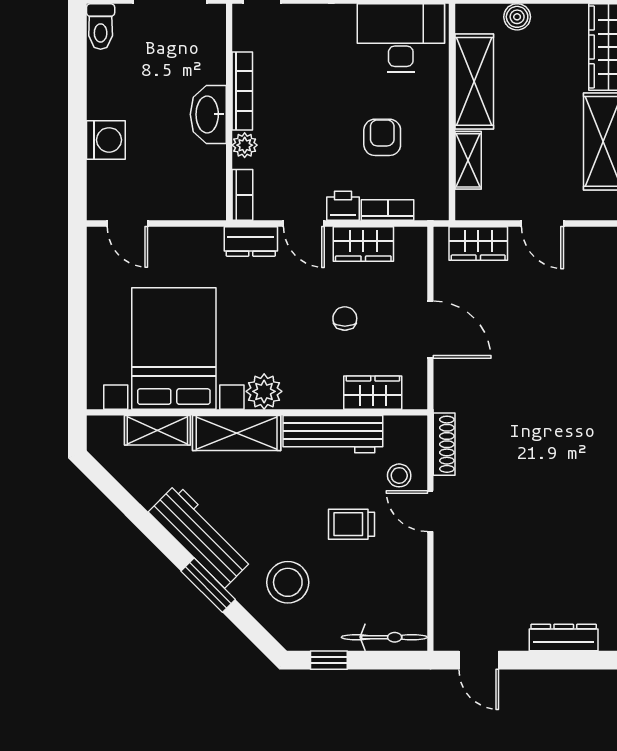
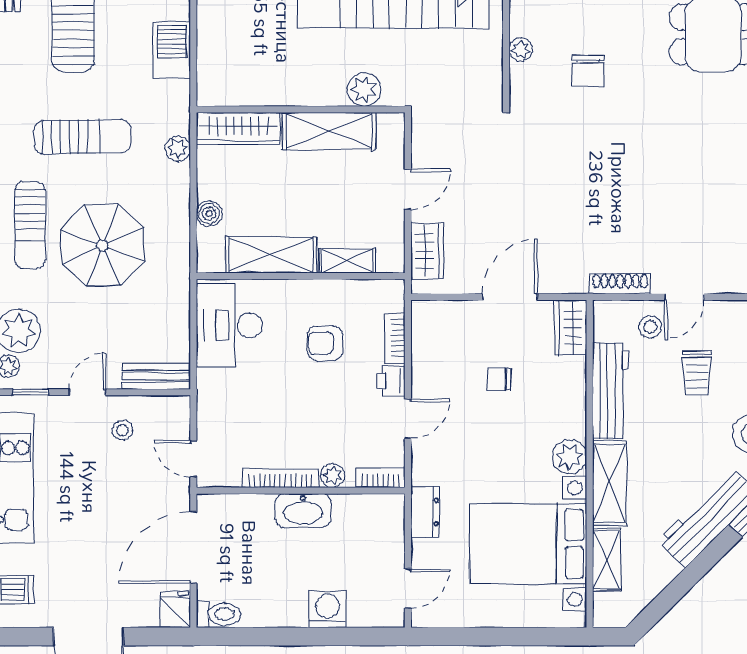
dresser: (251, 241) -> (425, 512), moved
wardrobe: (363, 244) -> (428, 361), removed
wardrobe: (373, 393) -> (570, 328), moved

